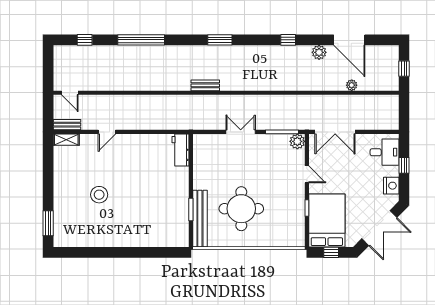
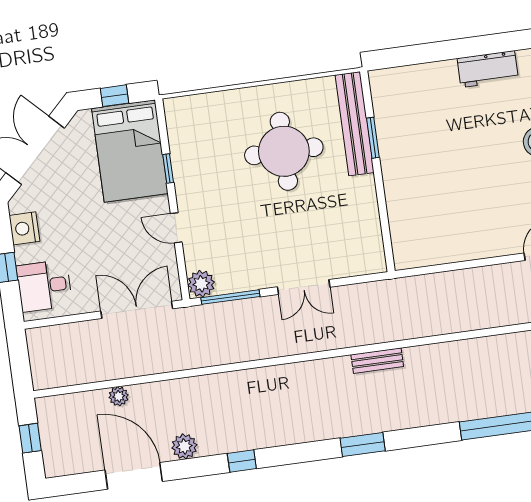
workbench: (180, 150) -> (488, 69), moved, turned 90

